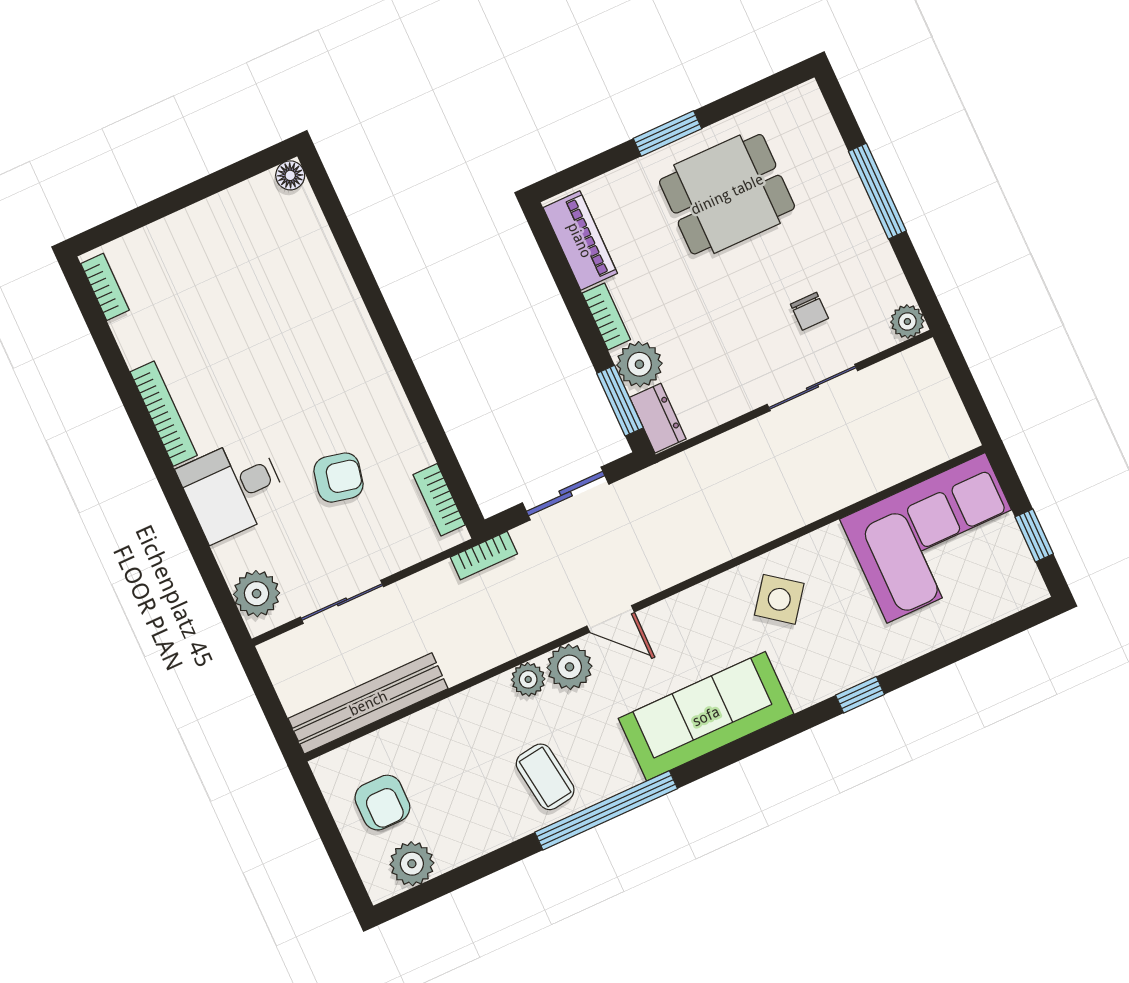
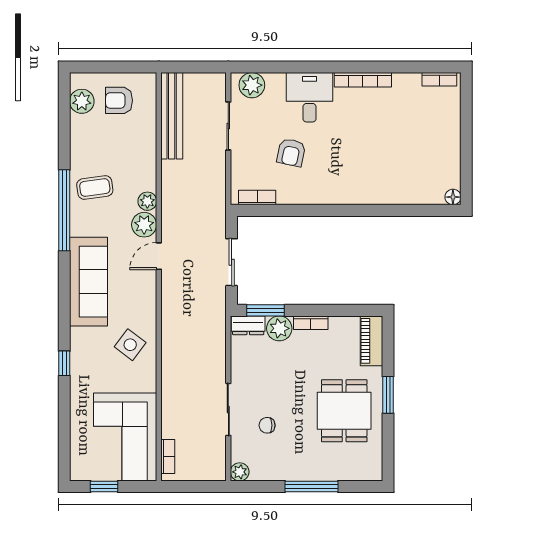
piano: (580, 240) -> (371, 341), moved, turned 90
bookcase: (484, 555) -> (168, 456), moved, turned 180

